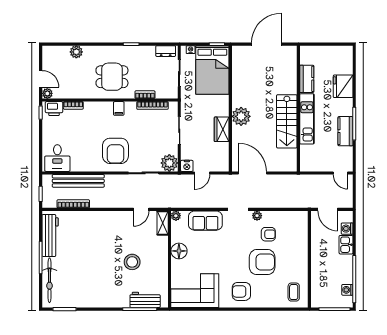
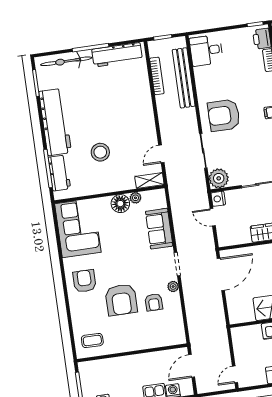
door: (141, 209) -> (161, 154), hinge flipped
plant: (176, 216) -> (136, 198), moved
workbench: (101, 297) -> (55, 122), added

